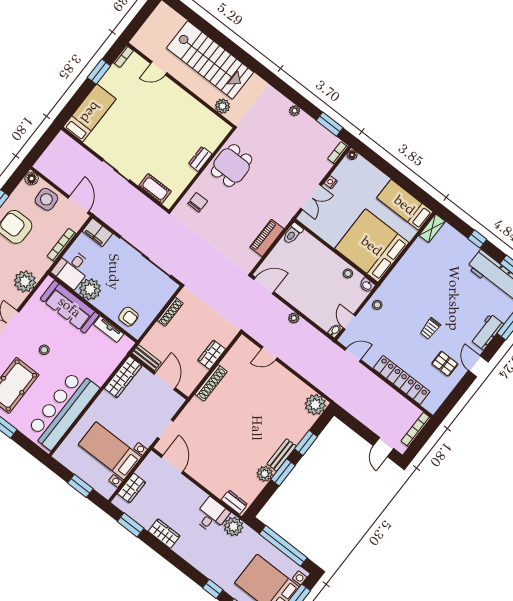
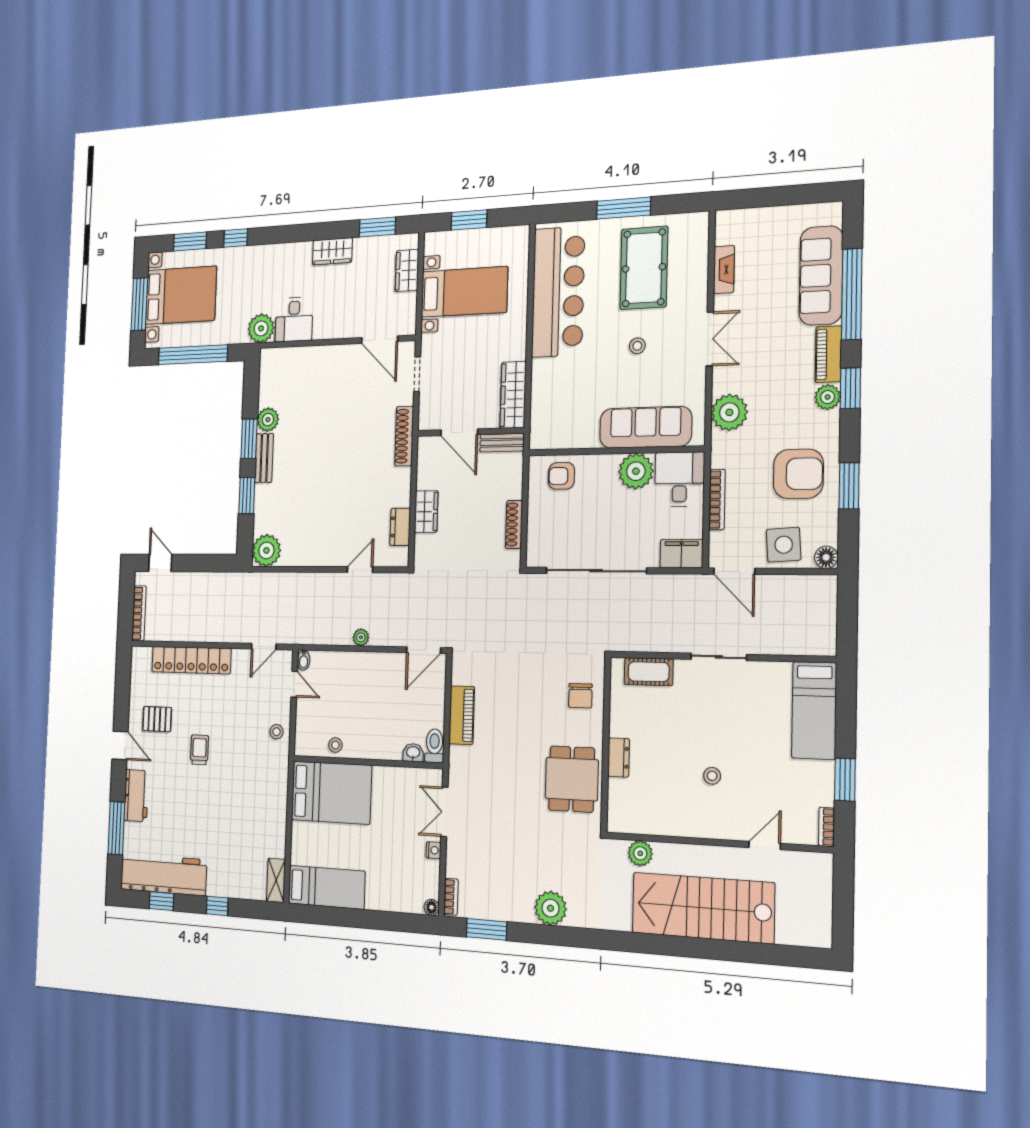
plant: (295, 111) -> (551, 908), width x1.88, depth x1.88
stool: (160, 118) -> (712, 776), added
bed: (372, 246) -> (331, 793), width x0.73
washbasin: (367, 285) -> (413, 753), moved
tv unit: (109, 329) -> (575, 440), removed
shoe rack: (211, 383) -> (404, 436), moved
dresser: (234, 502) -> (400, 527), moved, turned 90

